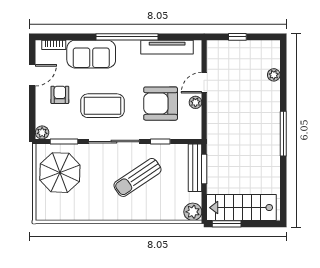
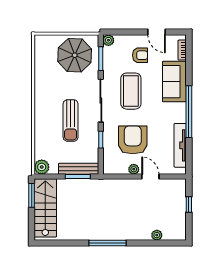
sun lounger: (137, 177) -> (71, 120), turned -146

